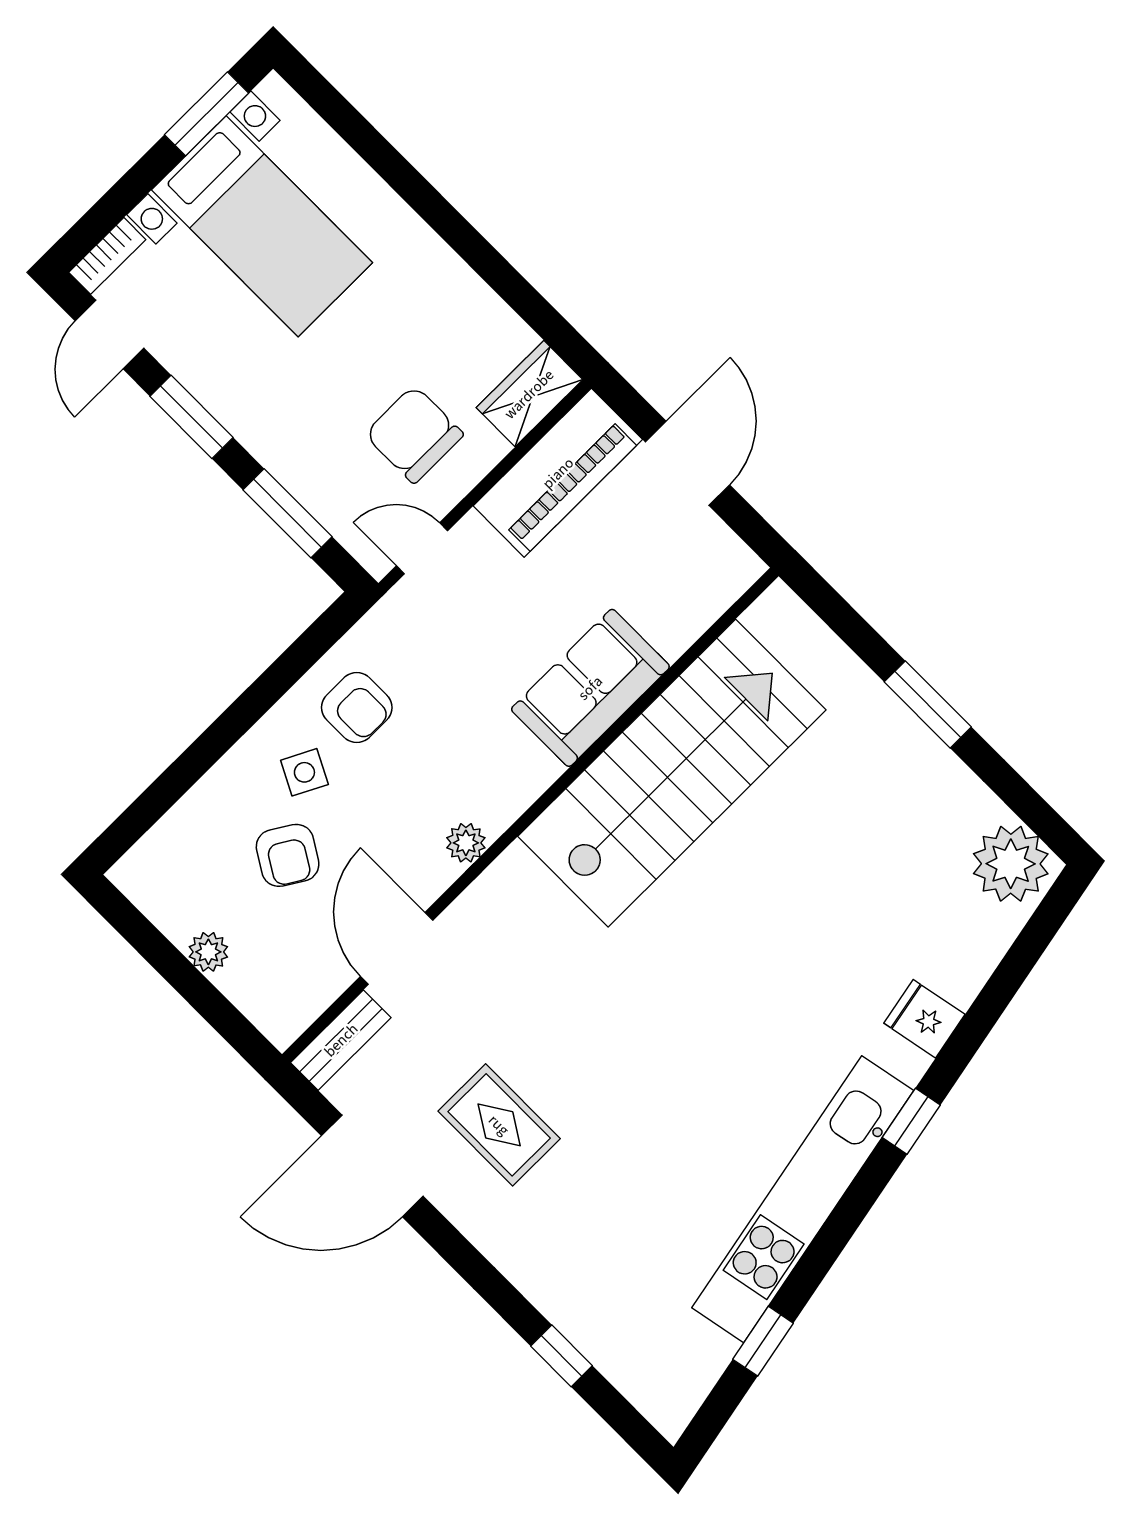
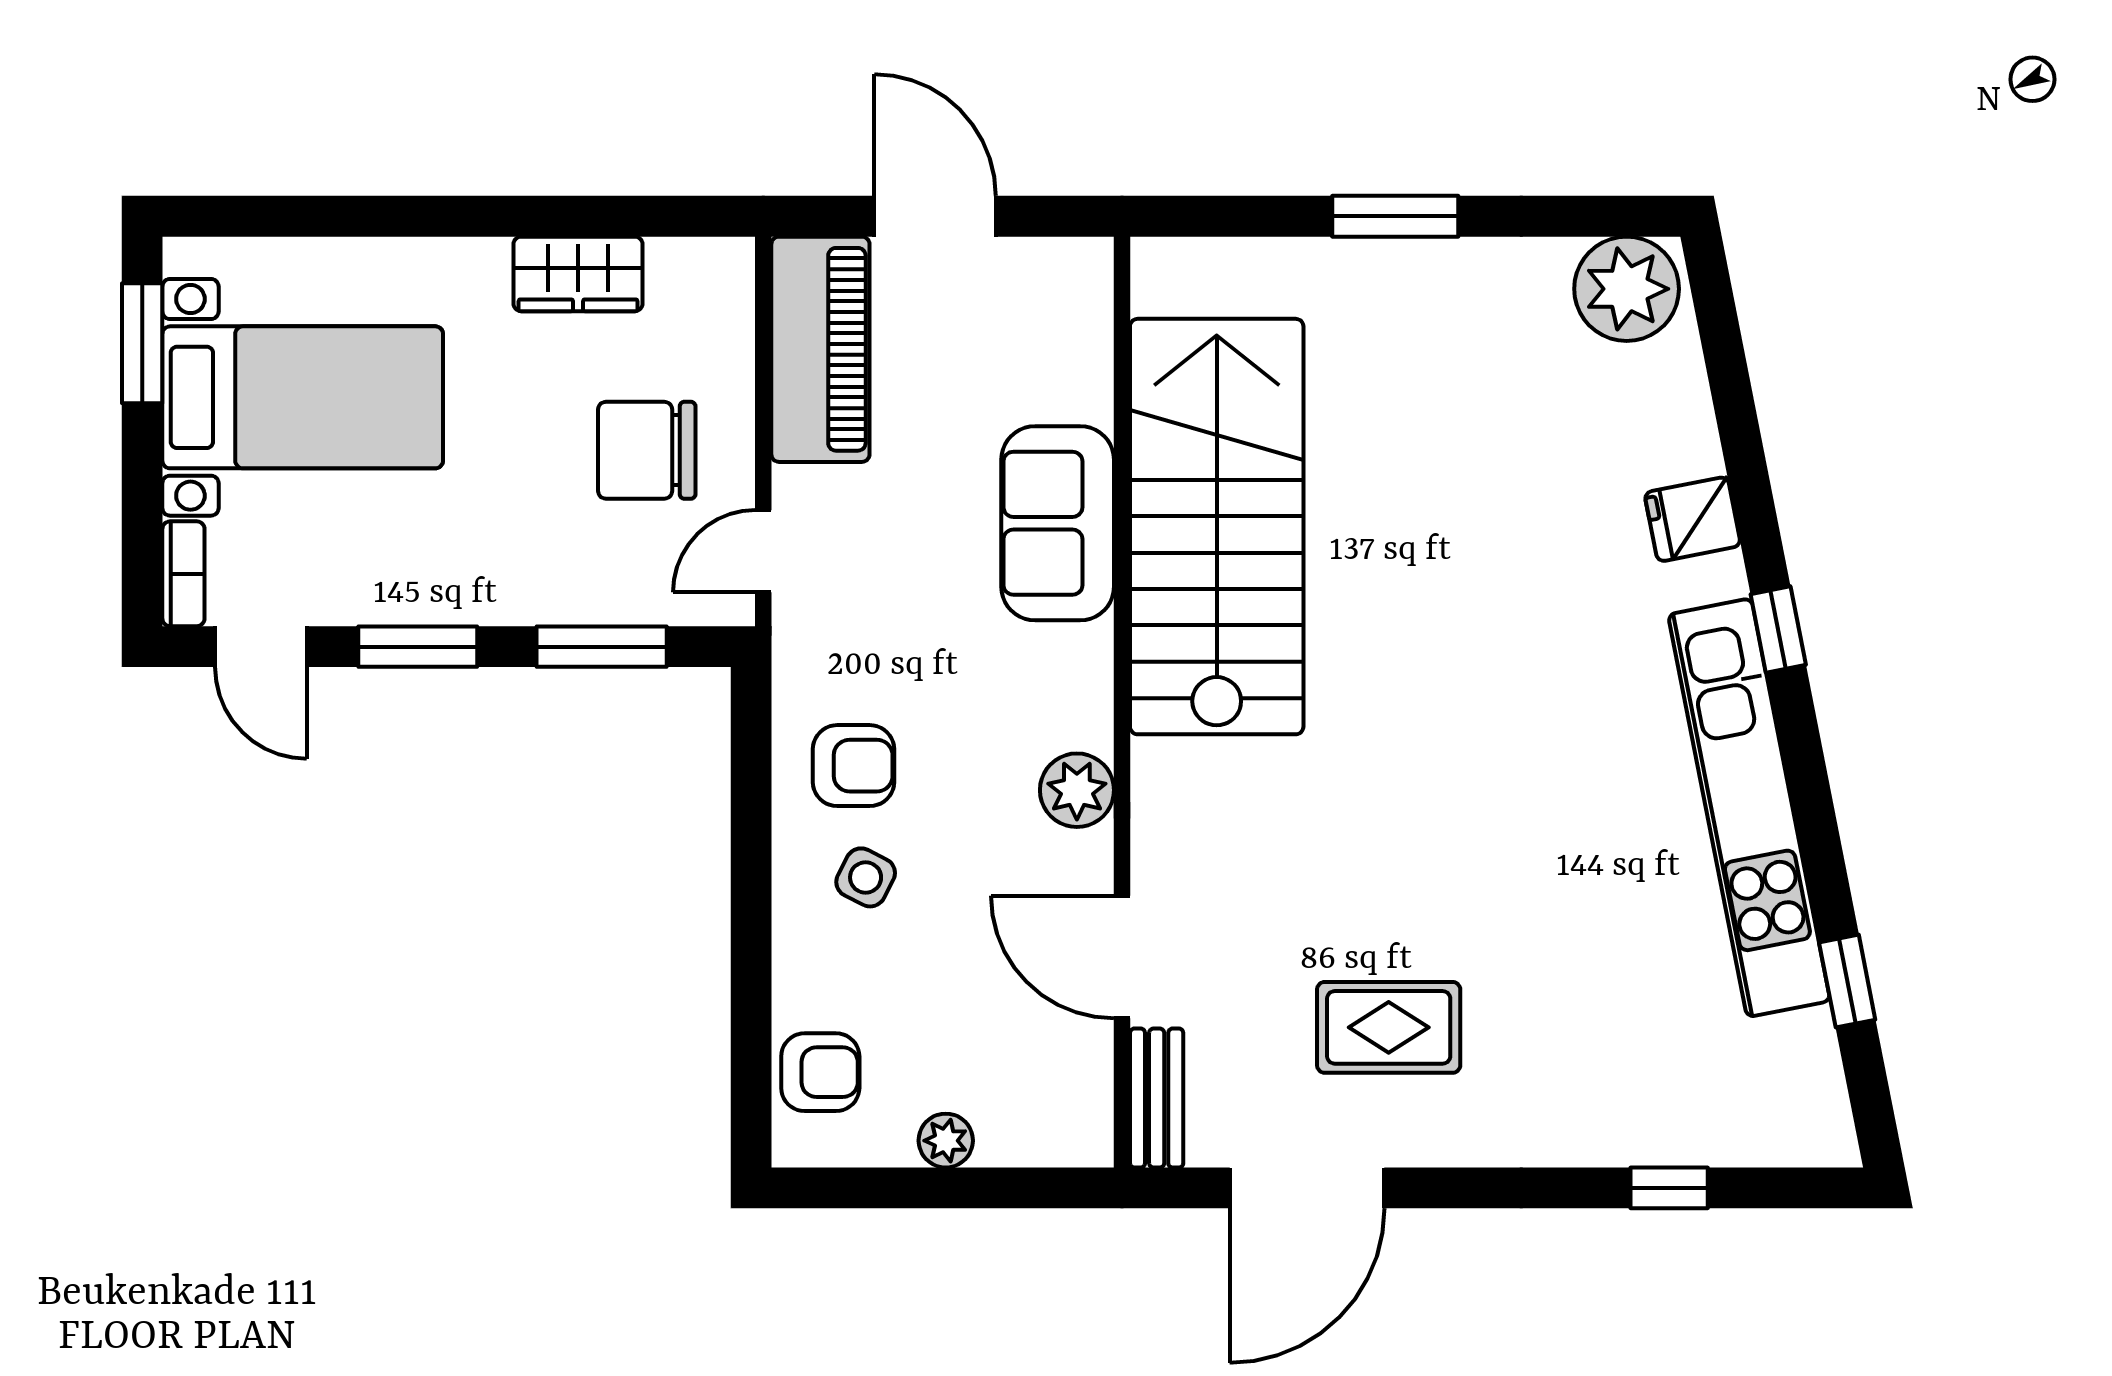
wardrobe: (529, 394) -> (578, 274), moved, turned -90
plant: (466, 843) -> (1077, 790), width x1.38, depth x1.38
armchair: (288, 855) -> (820, 1072), moved, turned -32

